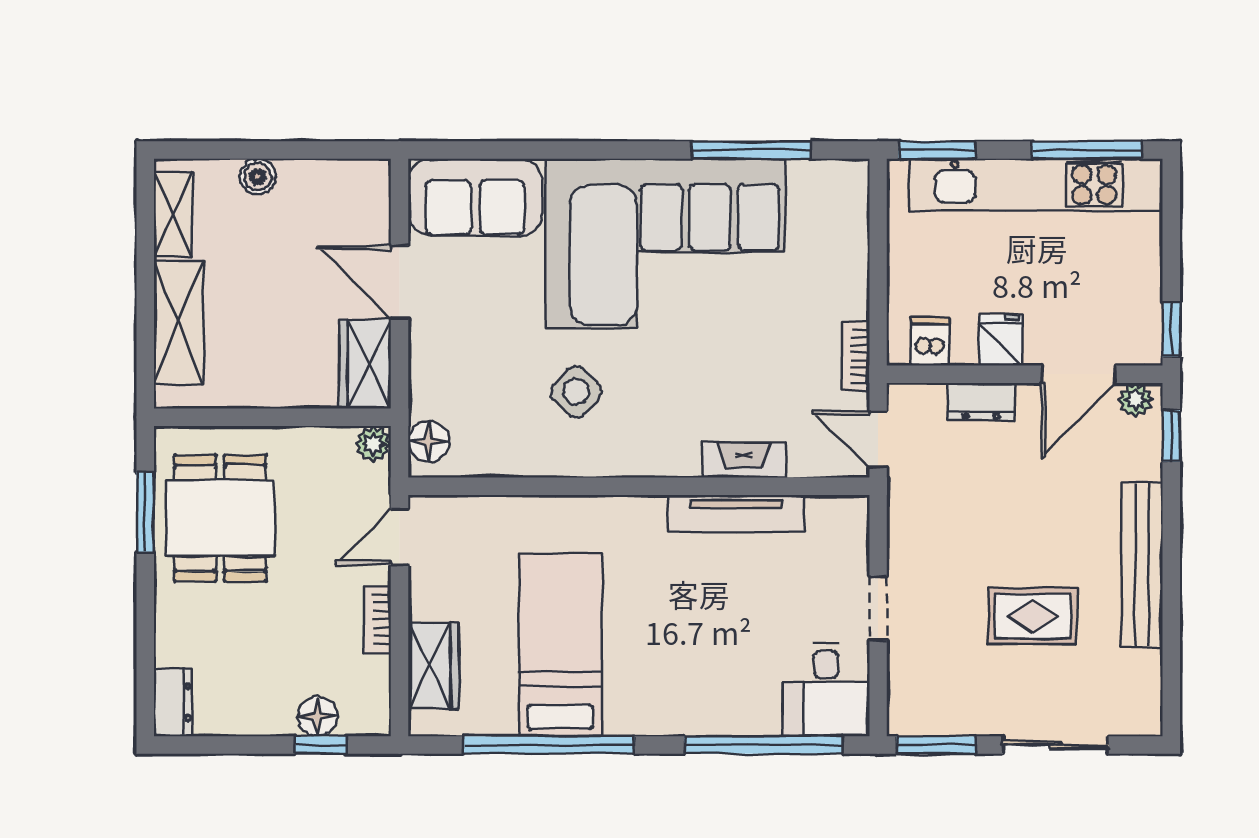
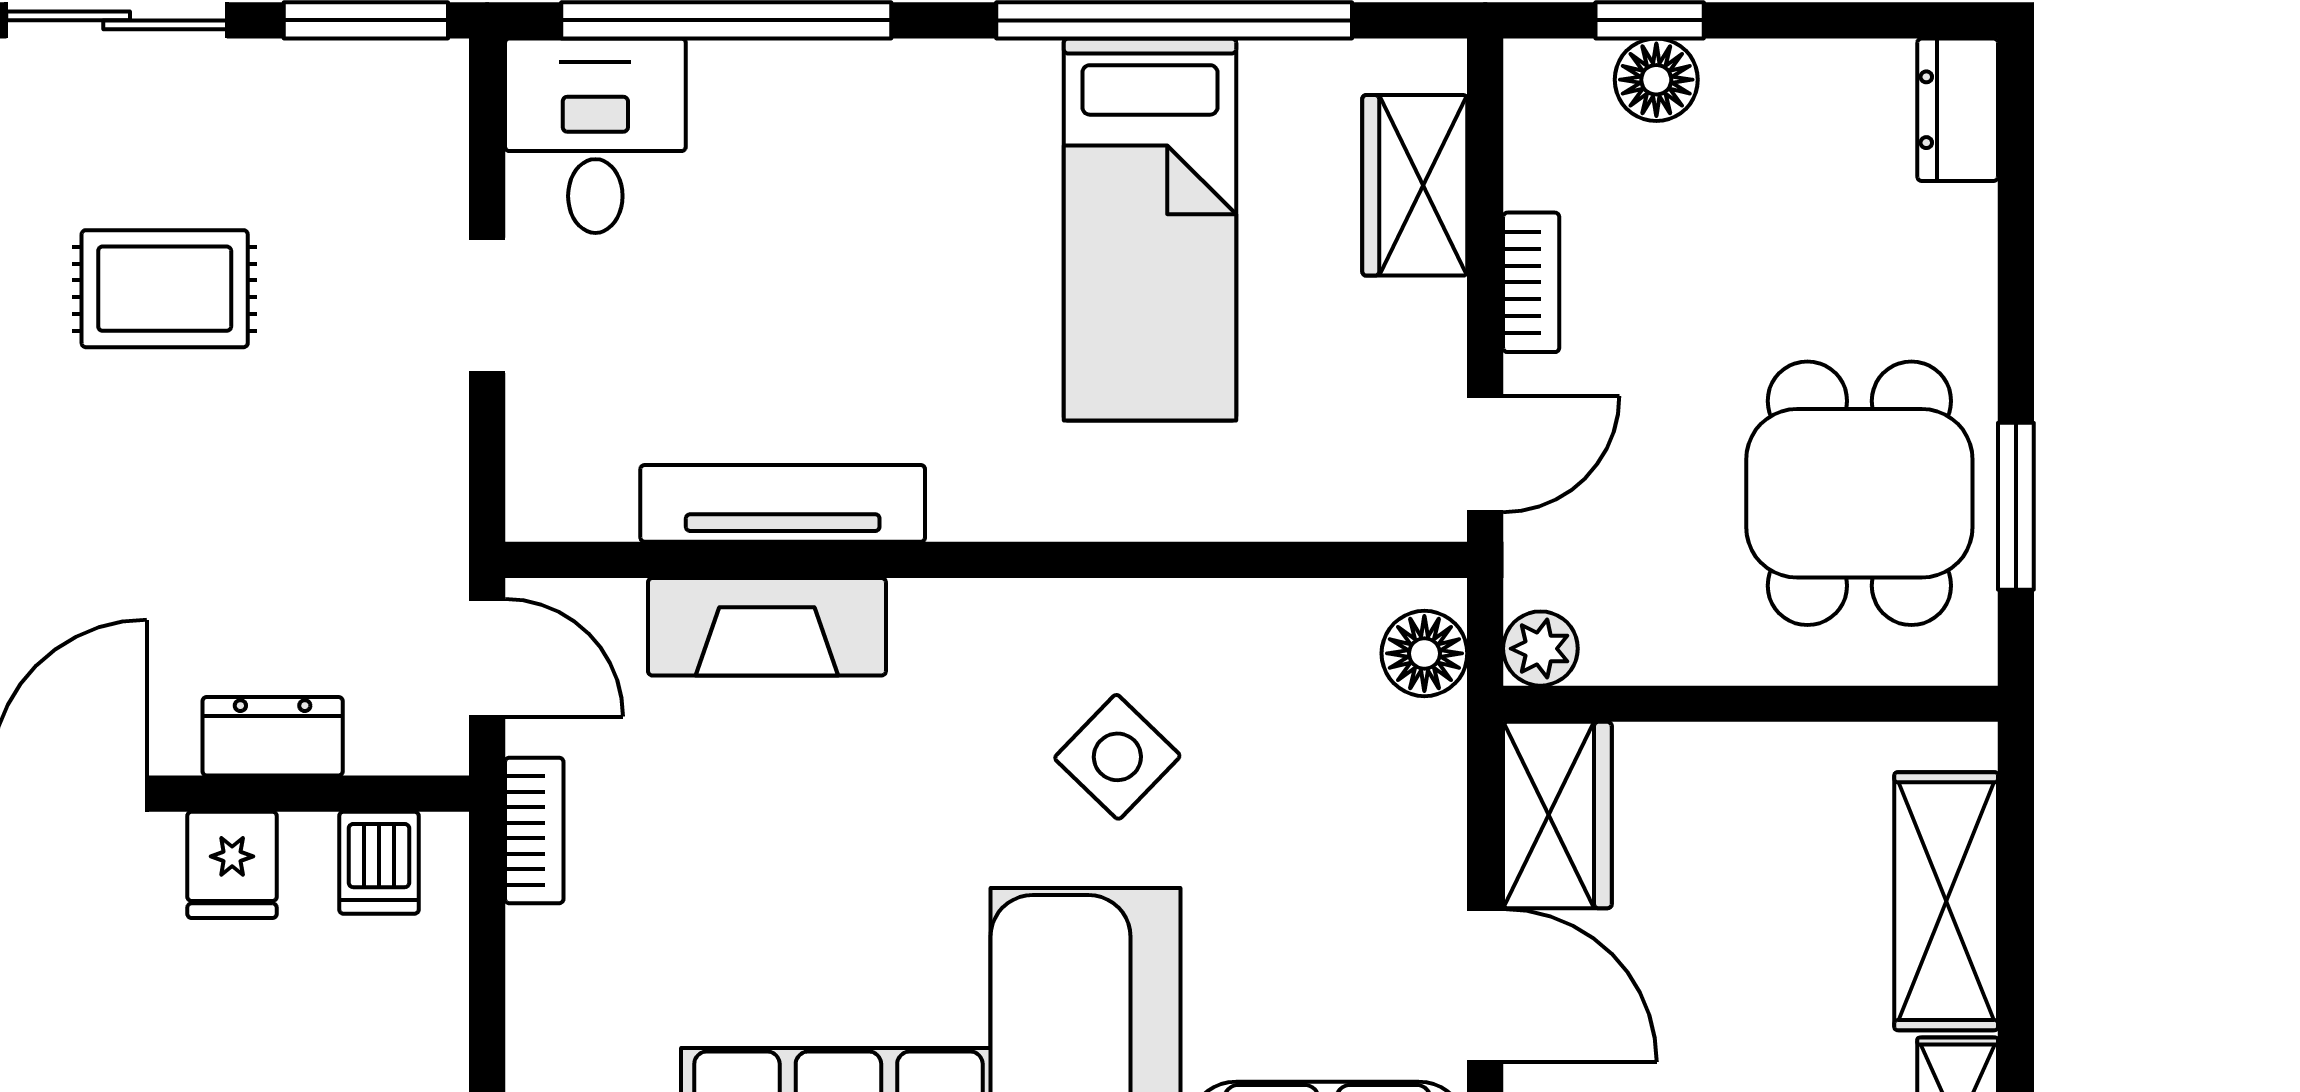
fireplace: (744, 460) -> (767, 627), width x1.37, depth x1.32

